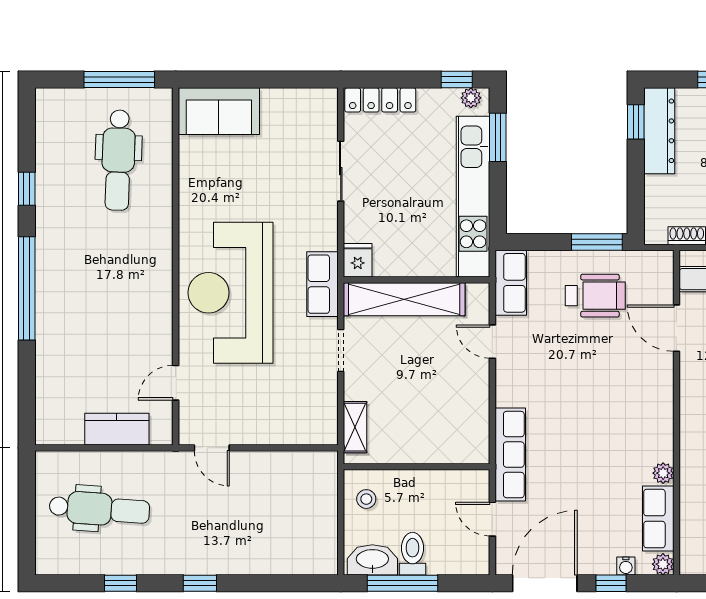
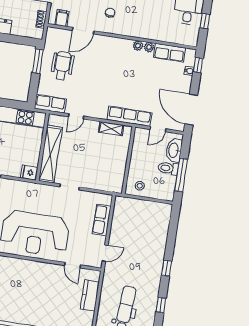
row of seats: (322, 284) -> (102, 220), moved, turned 90
shelving: (355, 427) -> (111, 129), moved
washbasin: (372, 560) -> (174, 150), moved
plant: (663, 564) -> (138, 46), moved
window: (611, 583) -> (198, 65), moved

